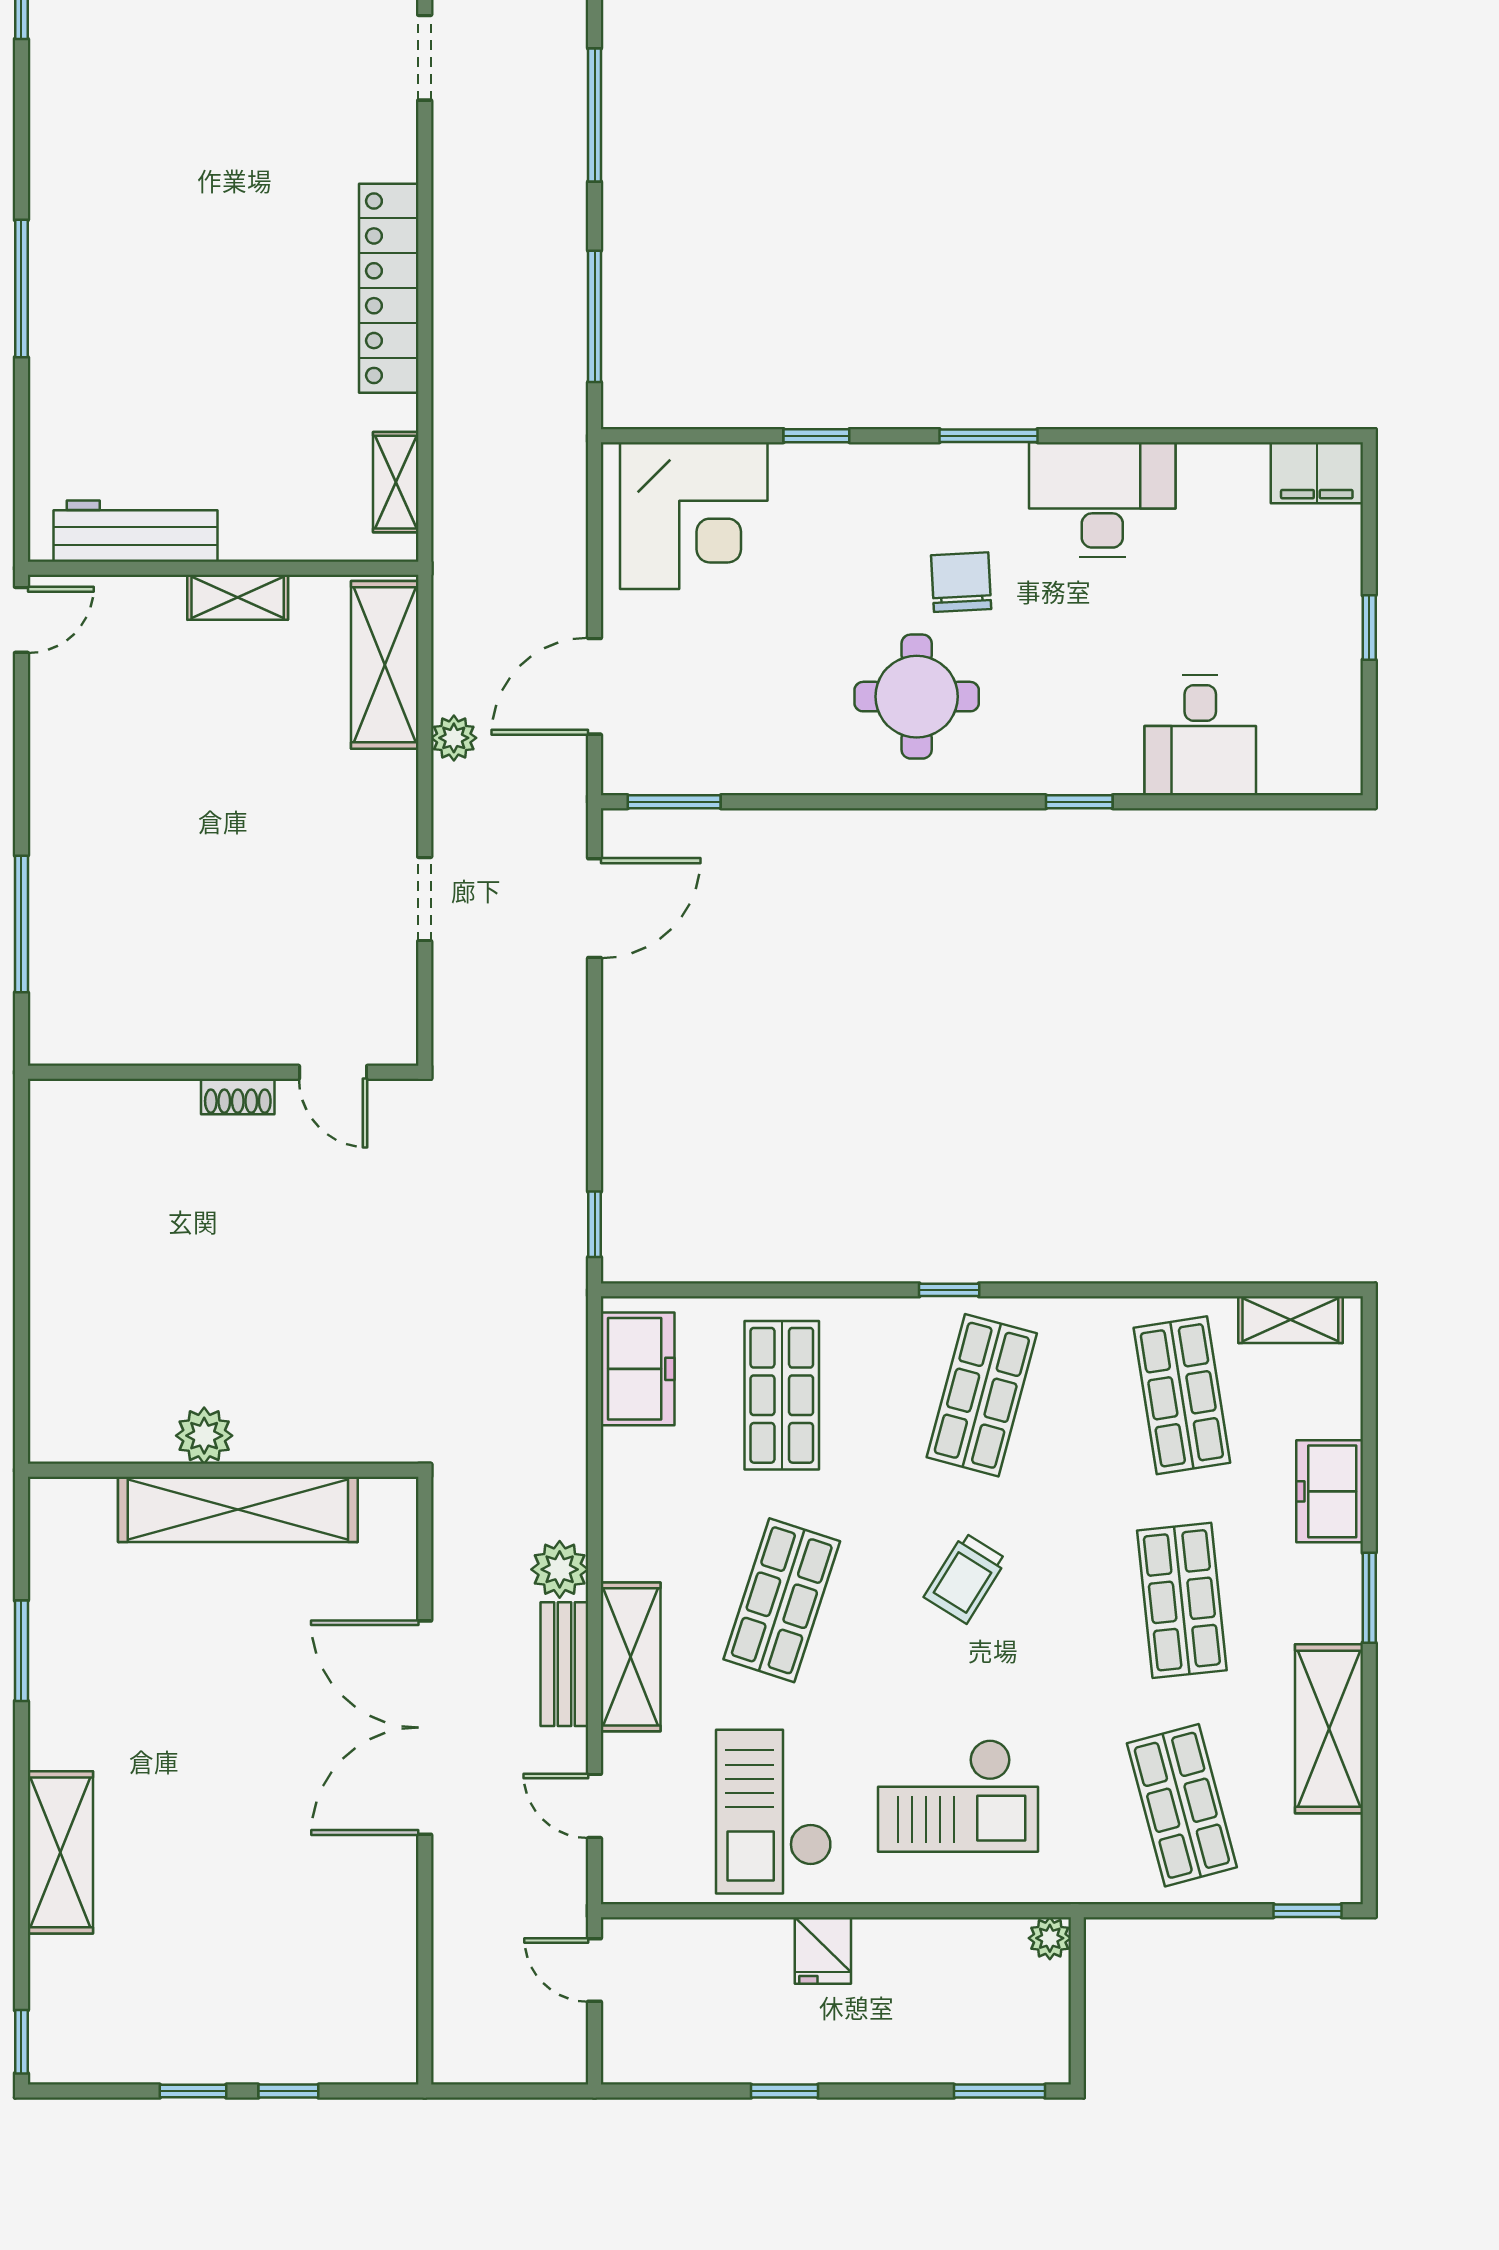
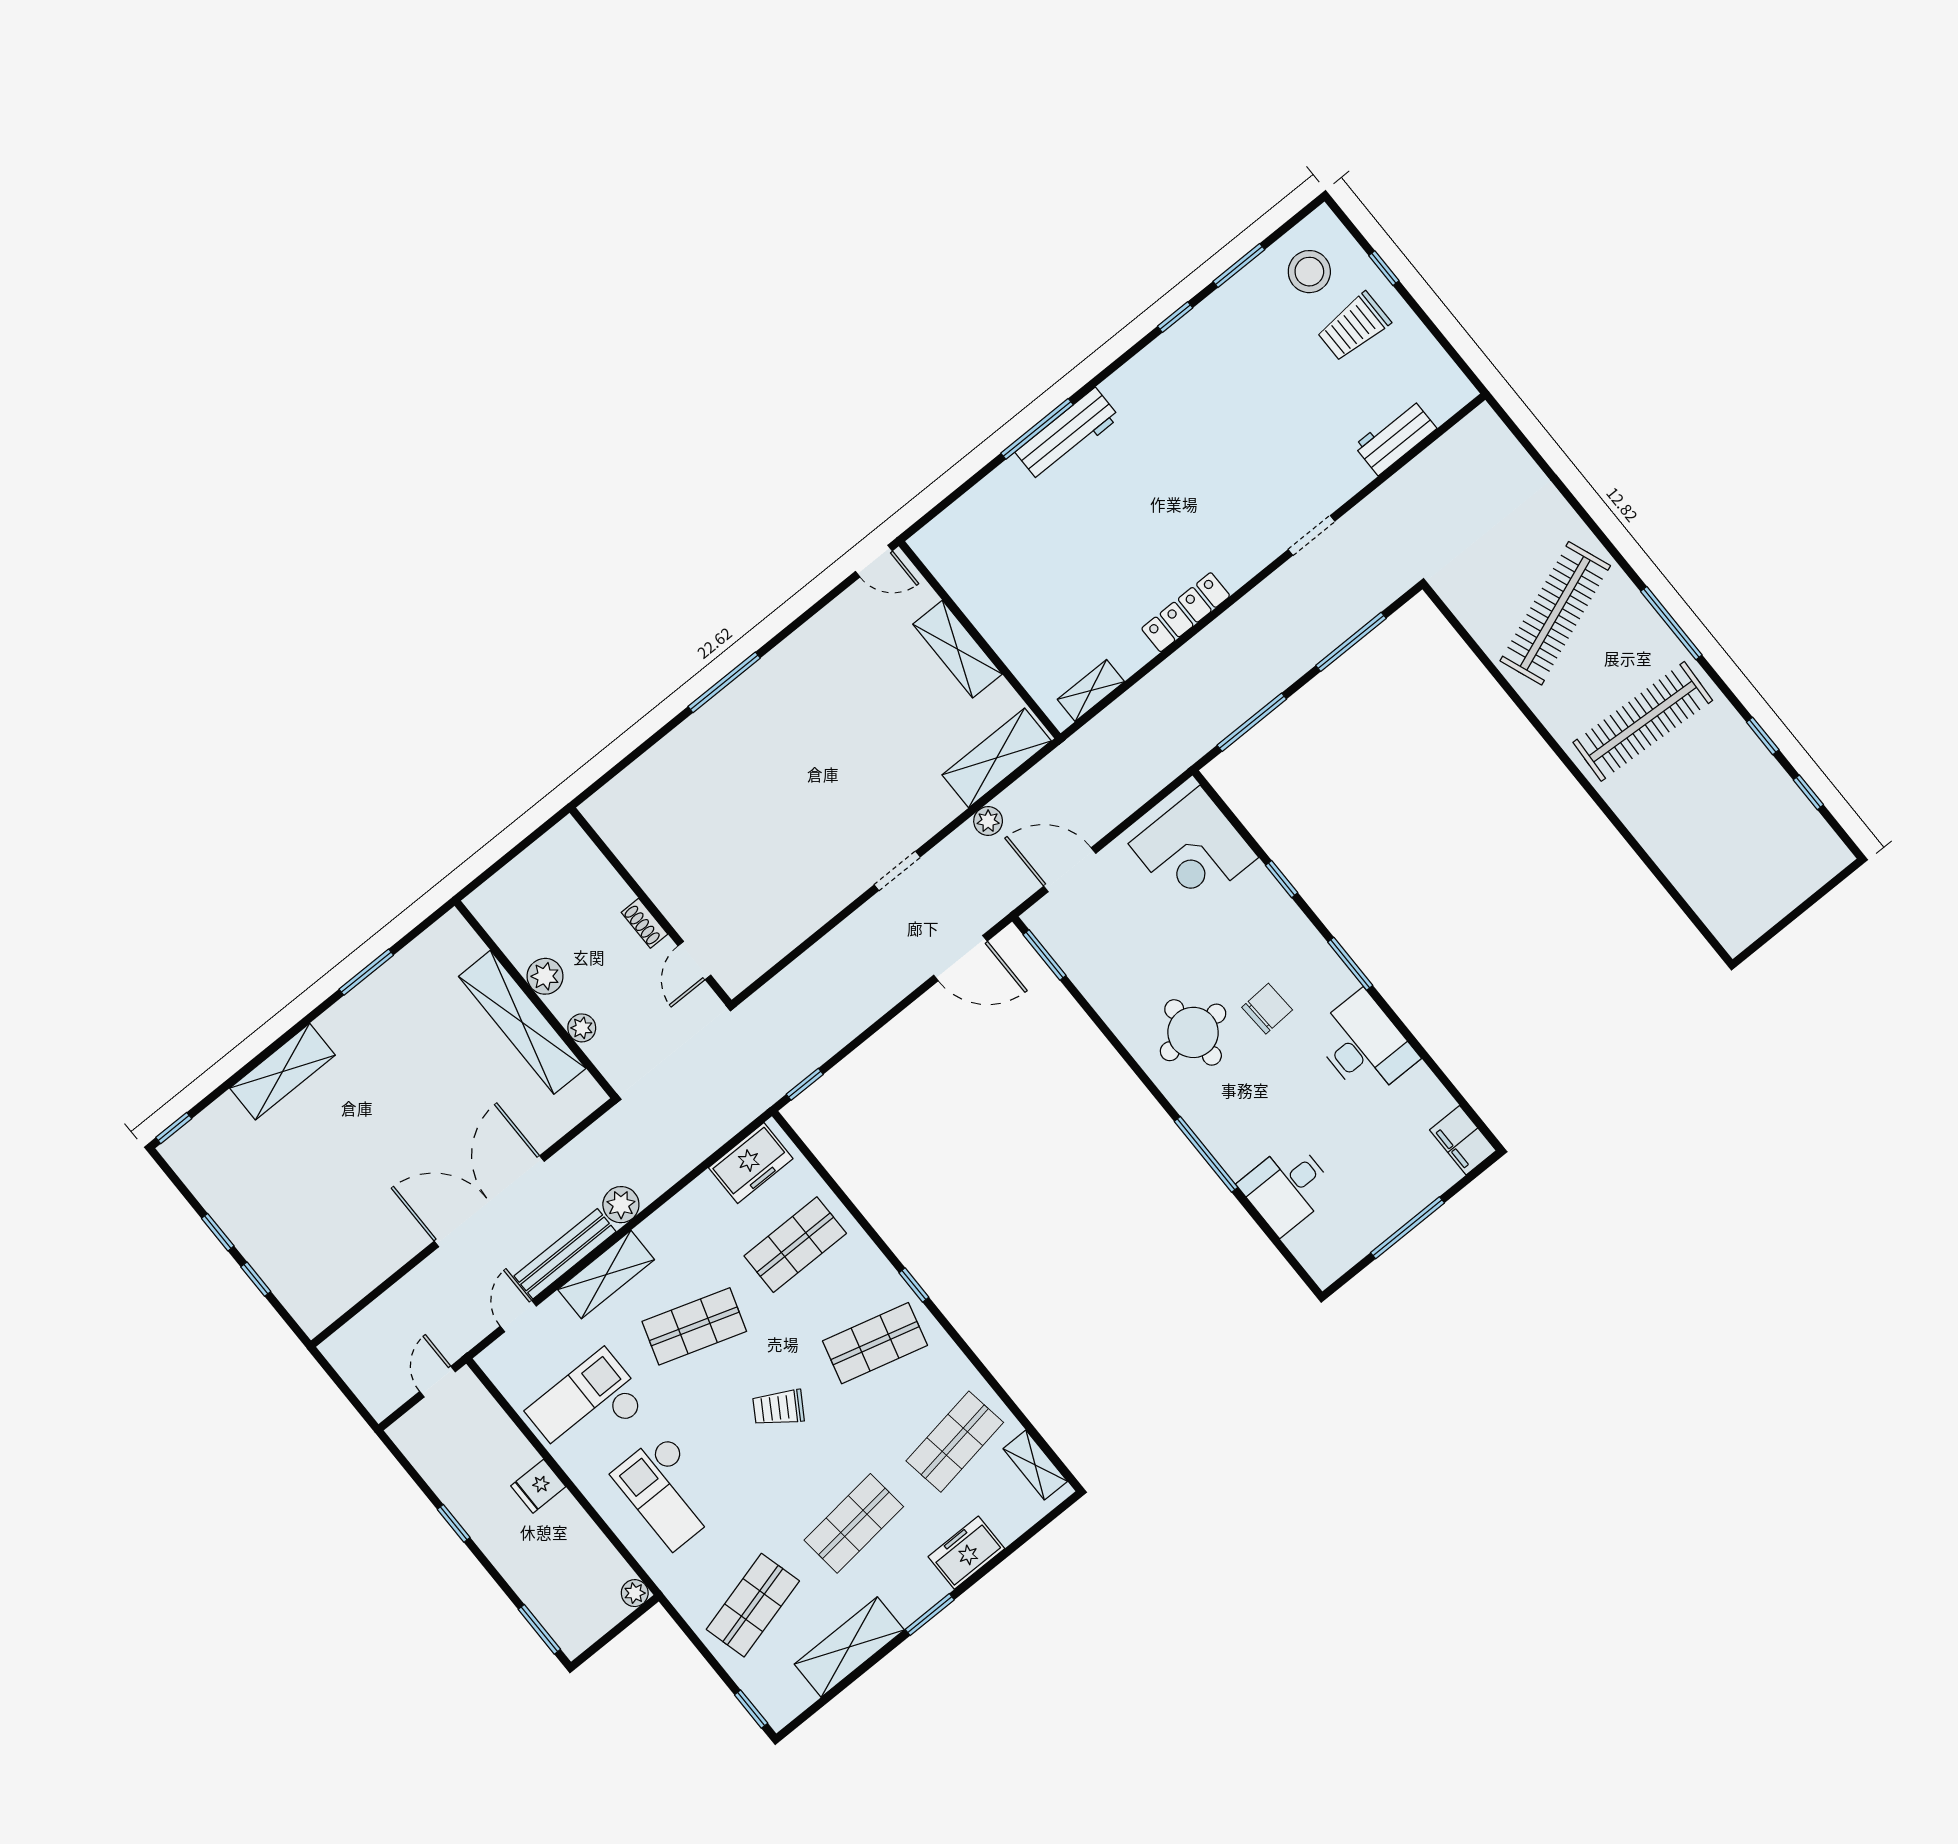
locker: (389, 288) -> (1186, 612), width x0.71, depth x0.83
workbench: (136, 531) -> (1067, 435), moved, turned 90
shelving: (238, 597) -> (957, 649), width x1.50, depth x1.33
window: (1369, 628) -> (1407, 1228), width x2.17
window: (1079, 802) -> (1206, 1154), width x2.17
wall: (223, 1072) -> (650, 906), moved
door: (333, 1072) -> (694, 960), moved
shoe rack: (238, 1096) -> (644, 923), moved
plant: (304, 1442) -> (582, 1028), added
bench: (564, 1664) -> (565, 1254), width x1.36

